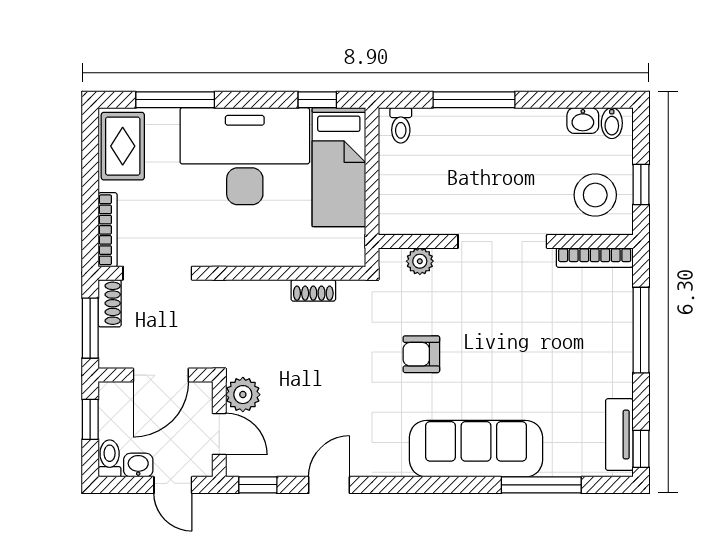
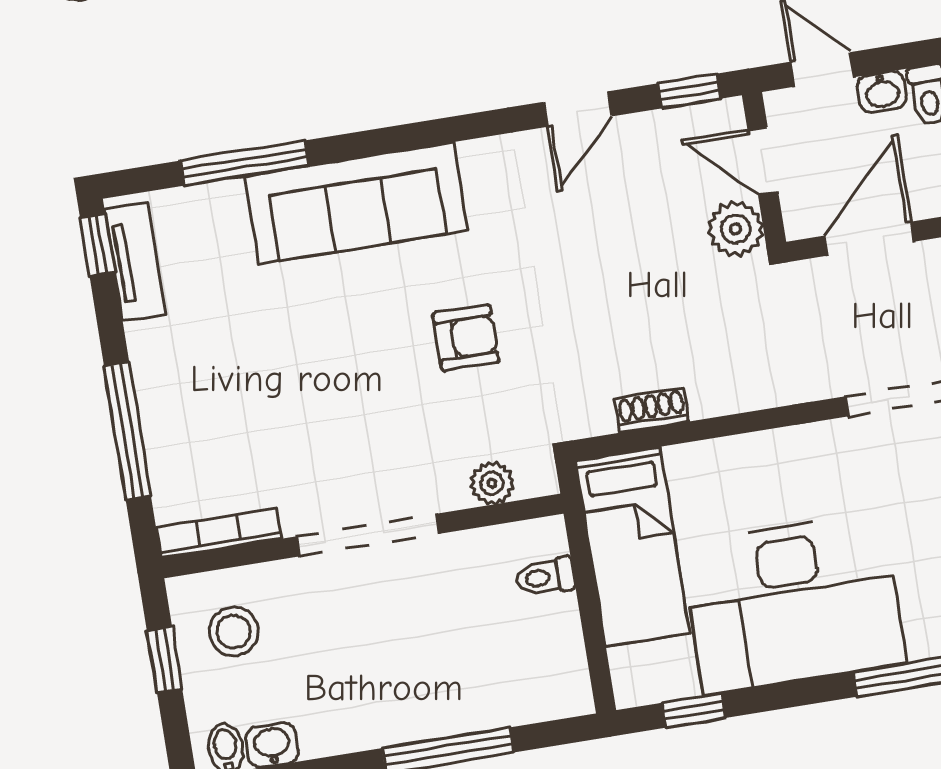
toilet: (401, 125) -> (545, 577), moved, turned -90
bed: (339, 167) -> (633, 547), moved, turned 180
stool: (595, 195) -> (234, 632), width x0.73, depth x0.73

